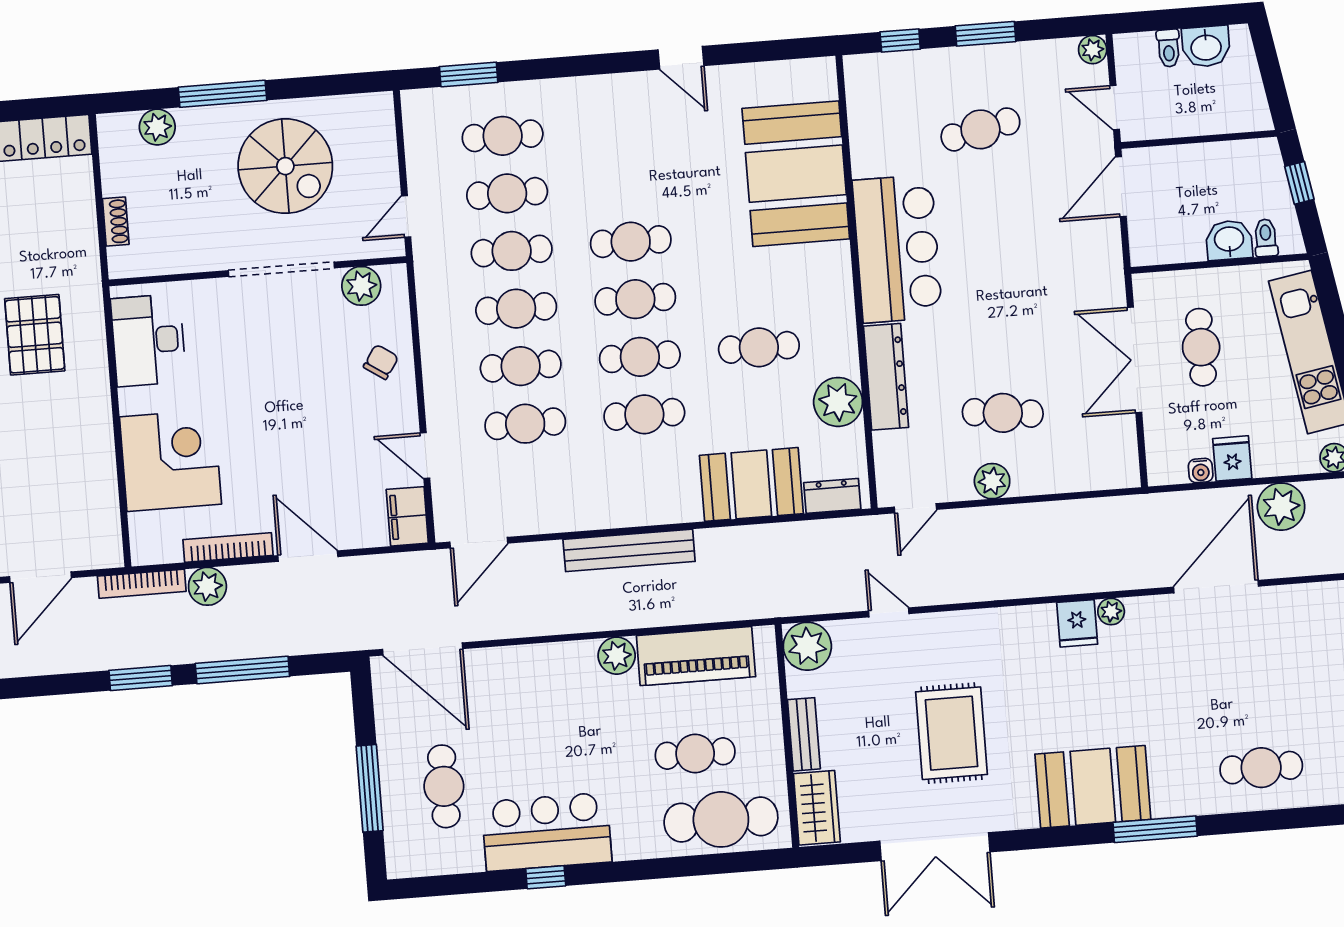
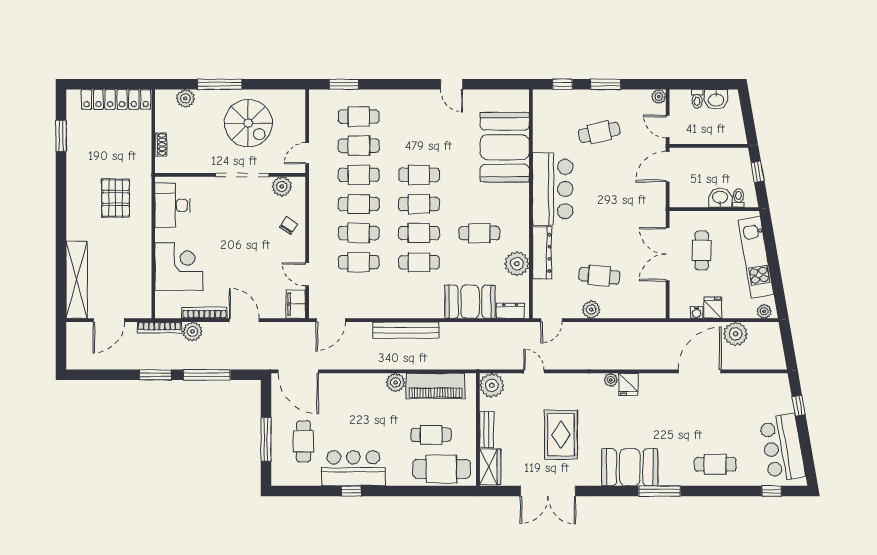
plant: (1111, 612) -> (611, 380), moved

